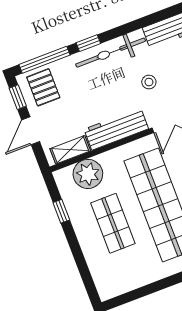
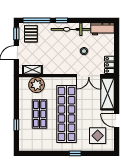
workbench: (116, 129) -> (59, 68), removed
window: (61, 211) -> (16, 125), moved

